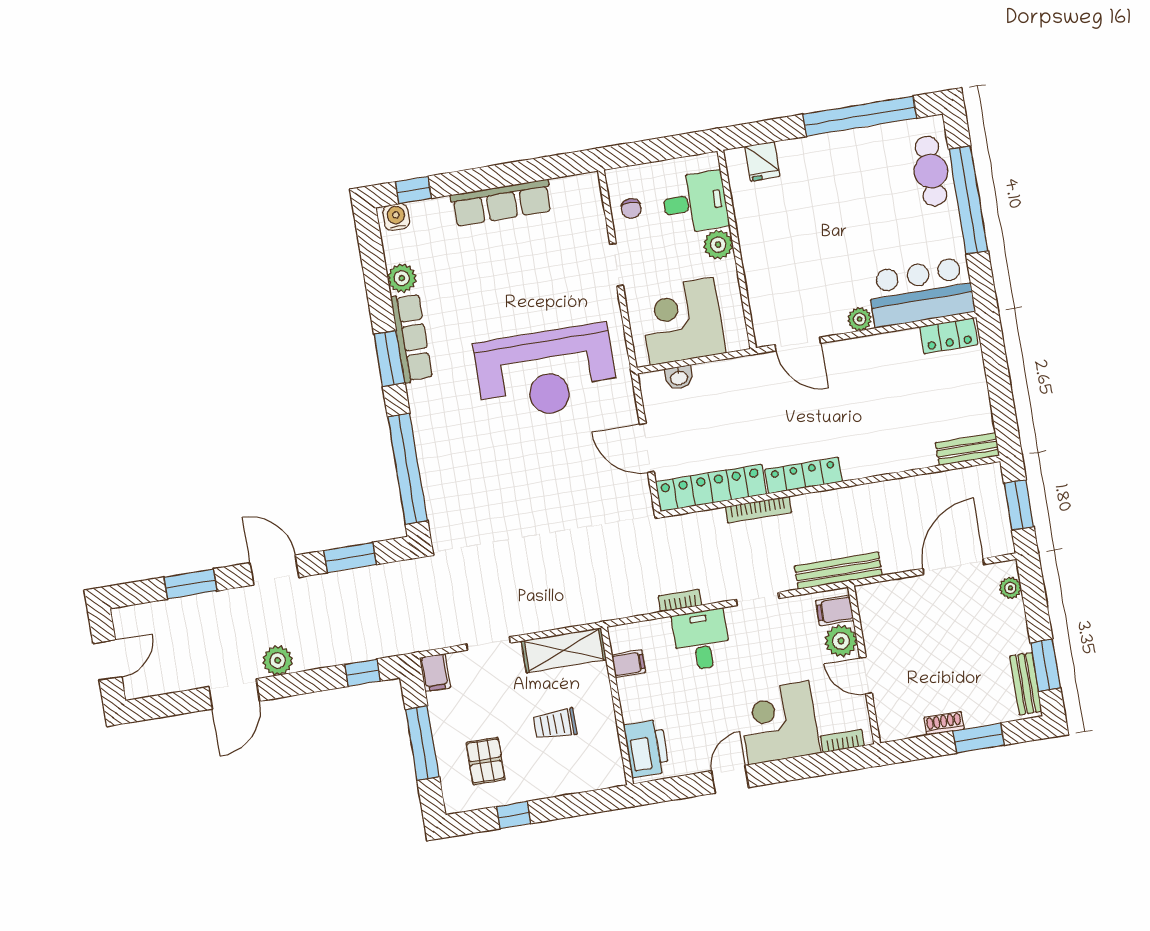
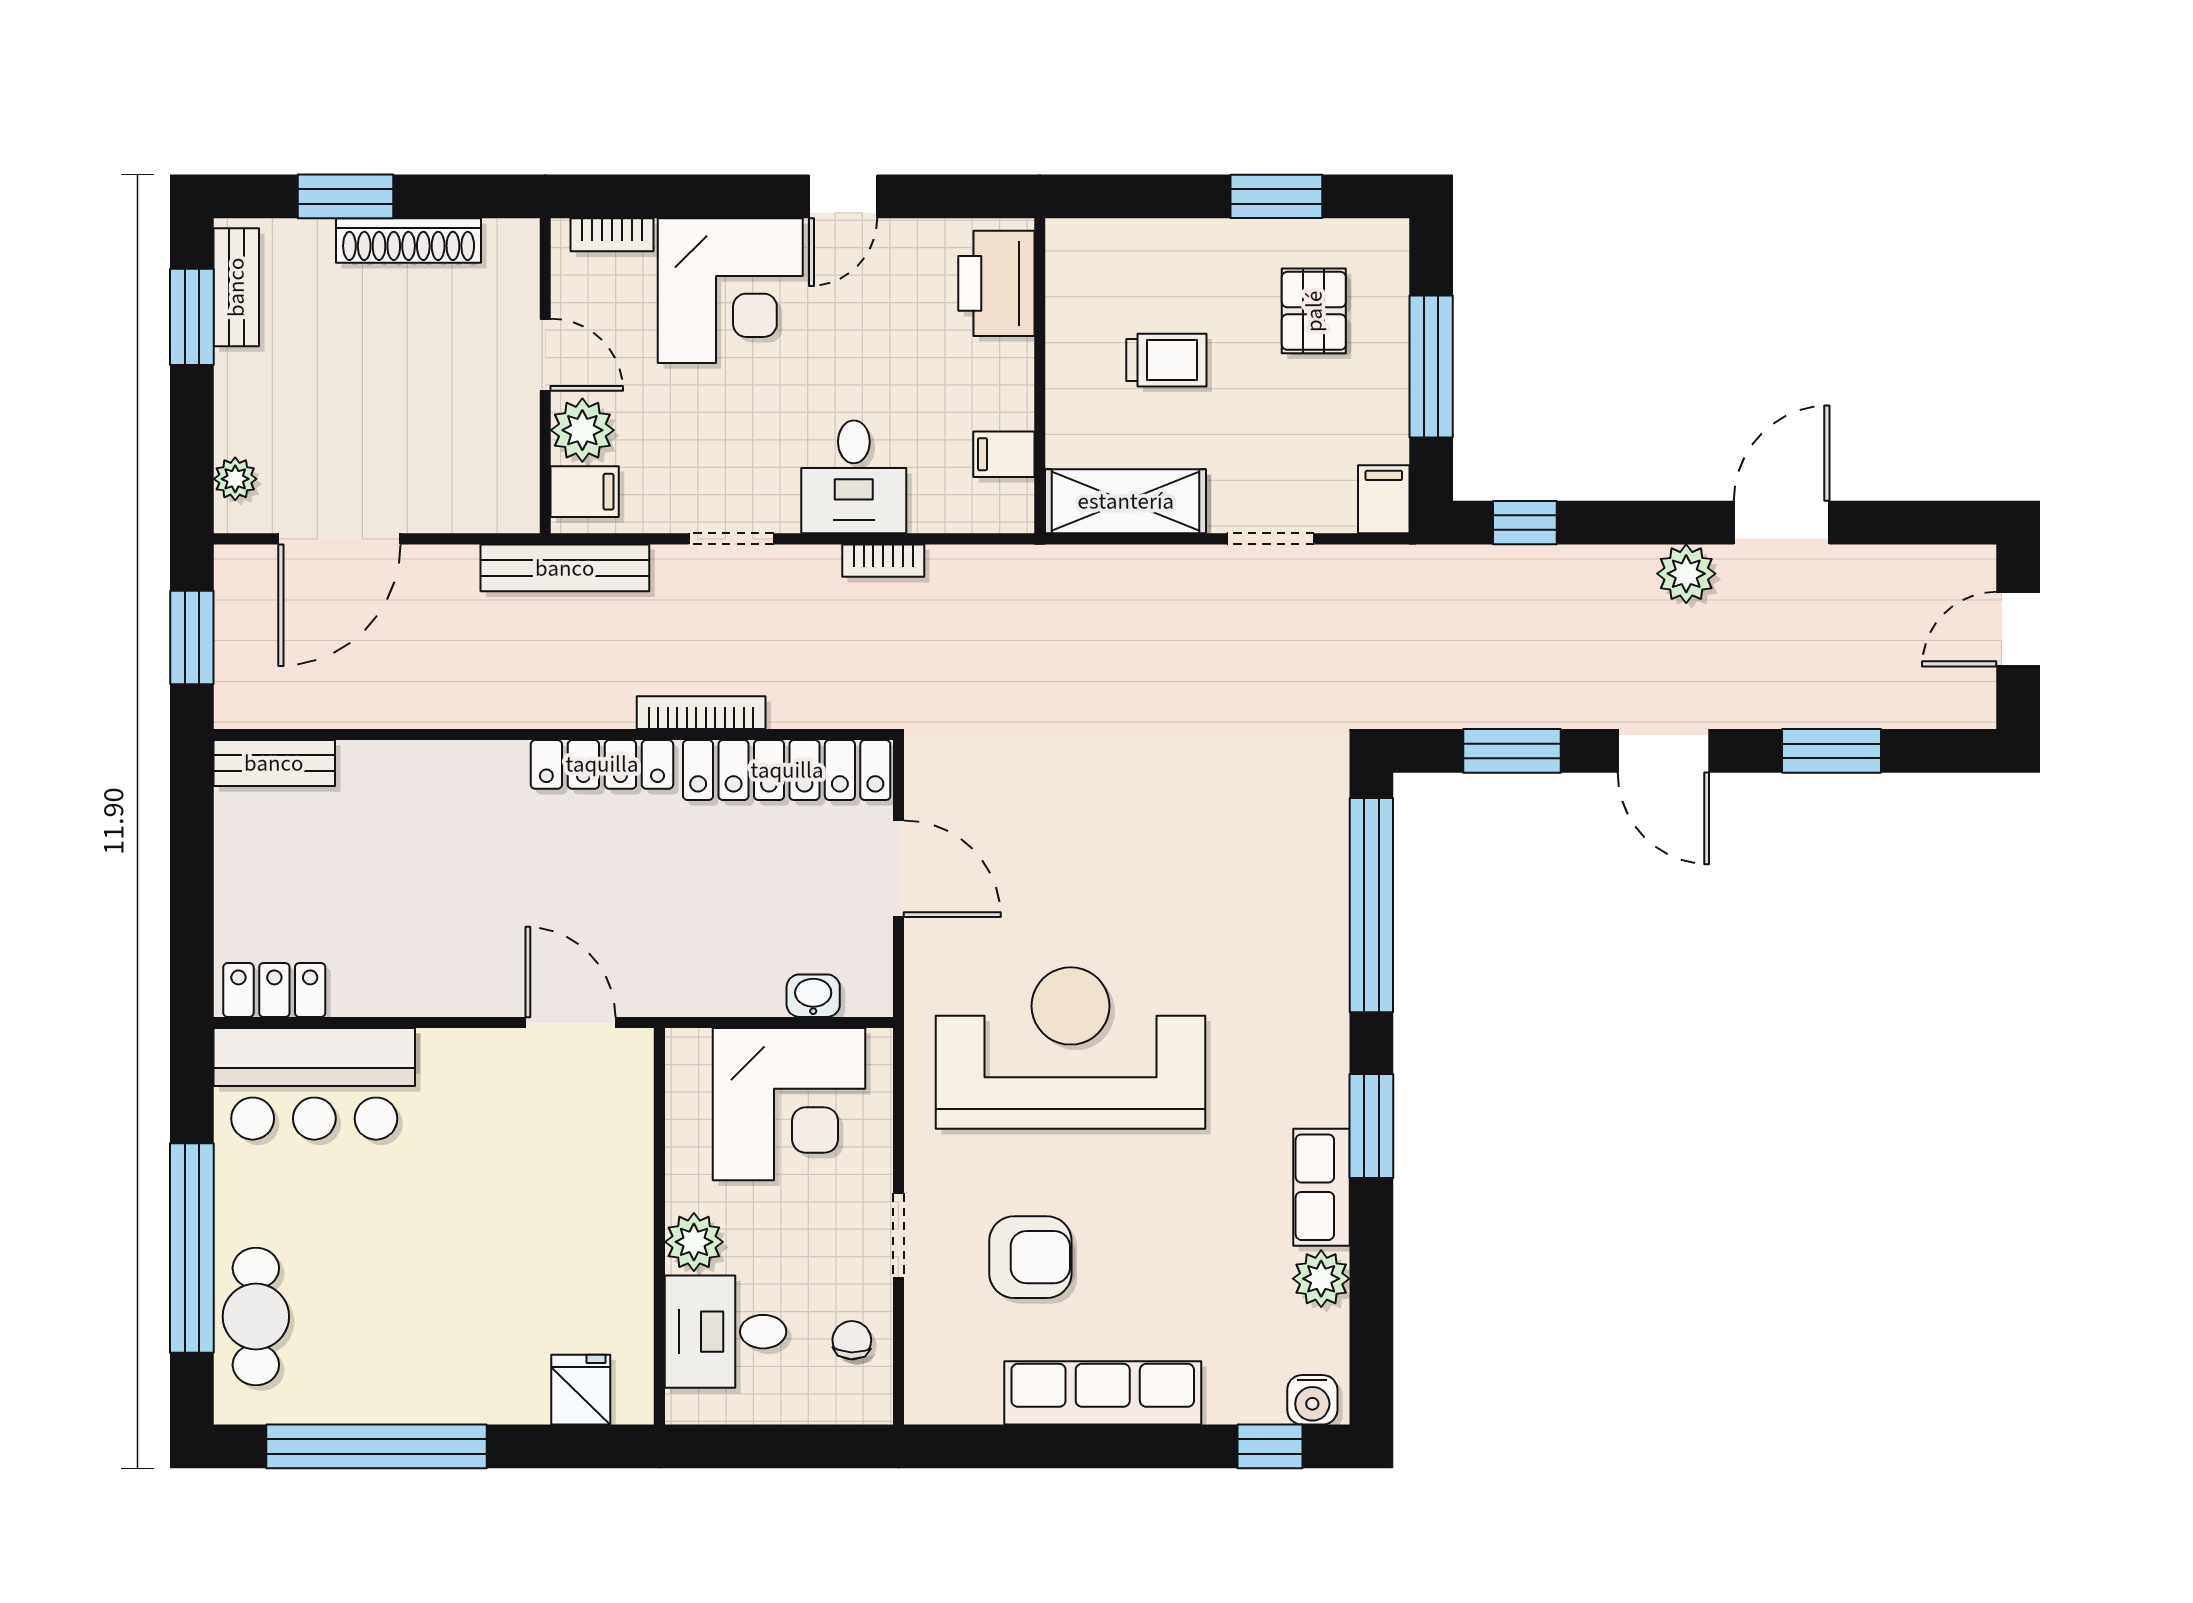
armchair: (549, 265) -> (1030, 1257), added
plant: (860, 319) -> (442, 1051), removed
row of seats: (411, 338) -> (1322, 1187), width x0.68
shoe rack: (944, 723) -> (409, 241), width x1.94, depth x1.24
window: (514, 815) -> (1276, 196), width x1.50

